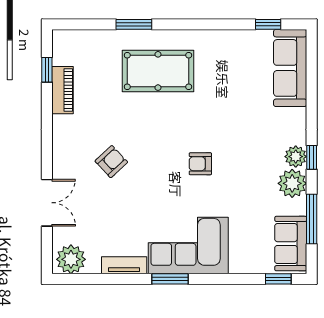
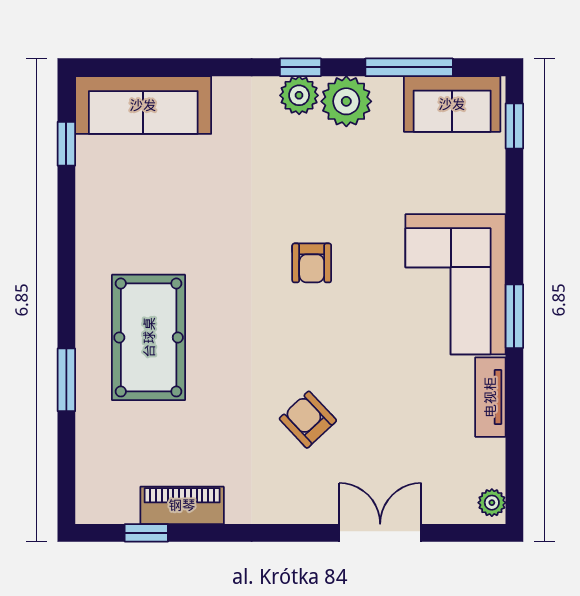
plant: (71, 259) -> (492, 503), width x0.53, depth x0.53

